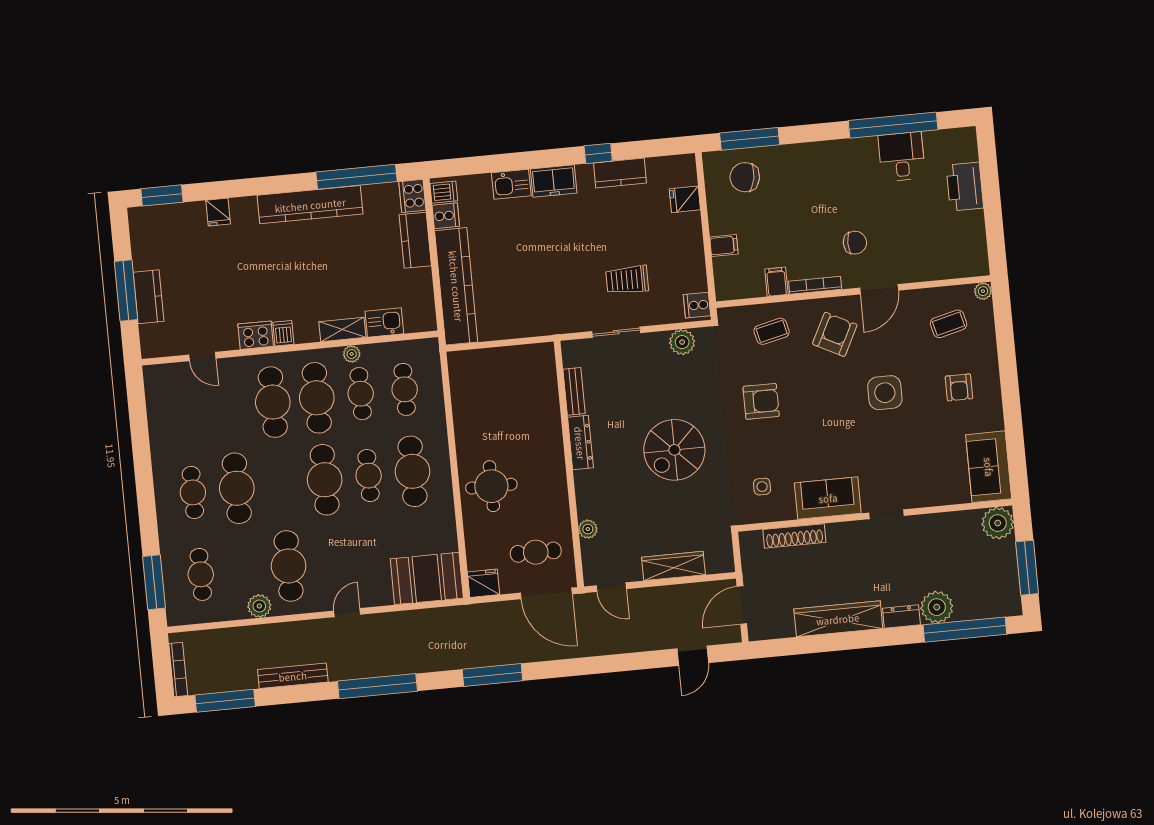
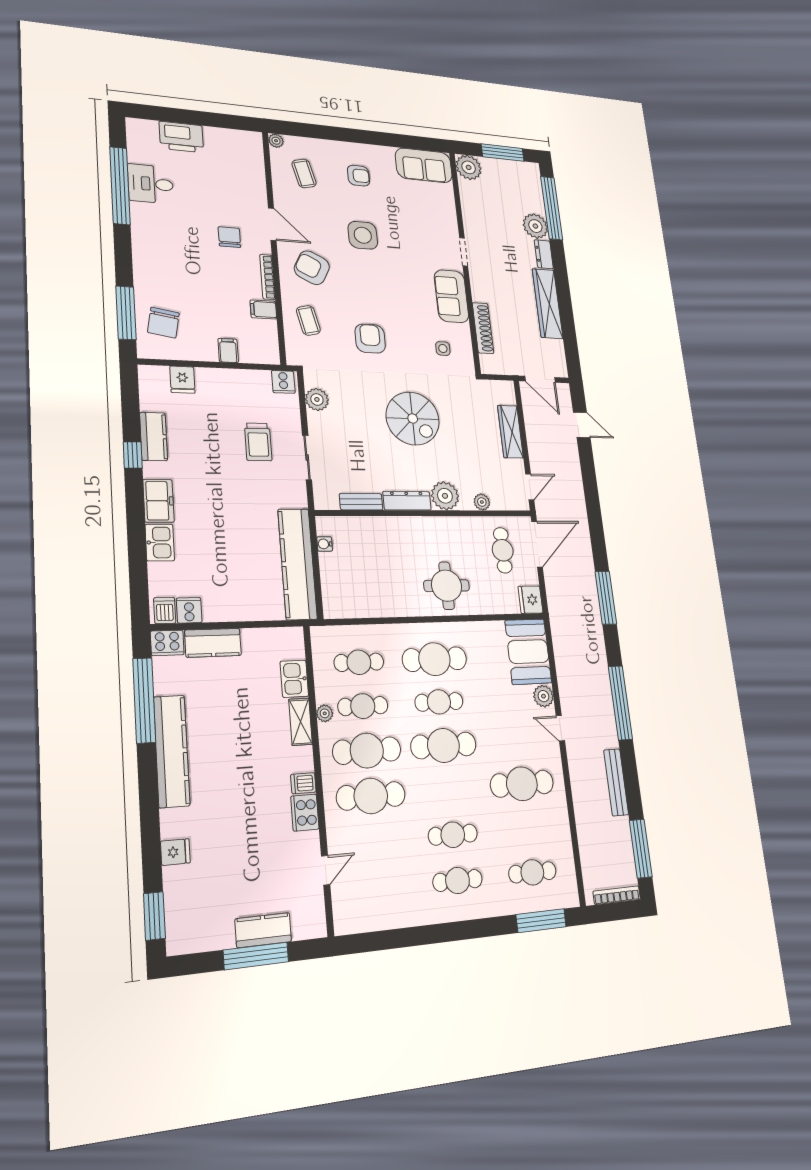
kitchen counter: (456, 286) -> (297, 564), moved, turned -90
water cooler: (525, 352) -> (325, 544), added
plant: (590, 486) -> (445, 496), added
cafe table: (237, 488) -> (453, 835), width x0.73, depth x0.74
plant: (259, 606) -> (543, 696), moved

